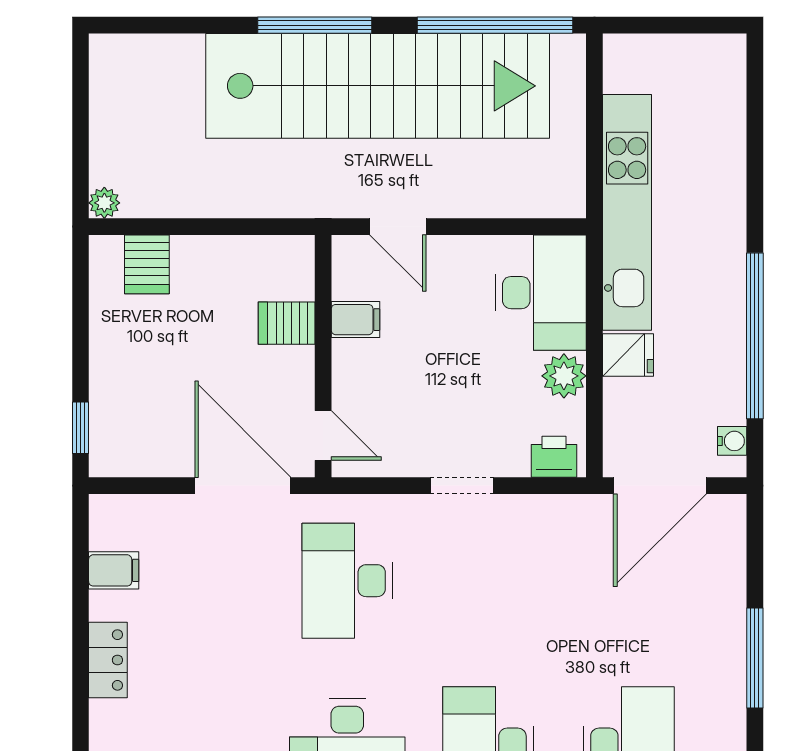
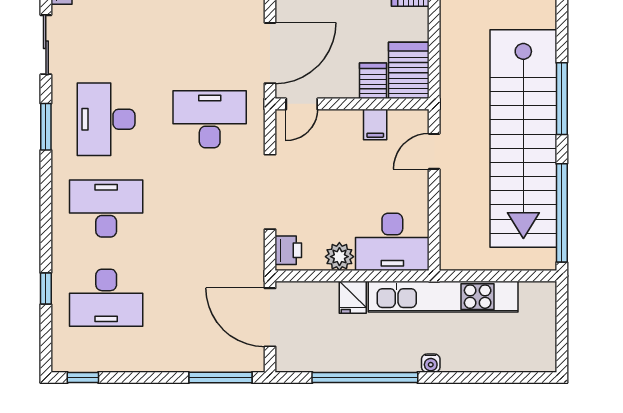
server rack: (270, 267) -> (409, 70), added
water cooler: (732, 441) -> (431, 363), moved
doorway: (462, 486) -> (270, 192), width x1.88
window: (755, 658) -> (220, 378), moved

